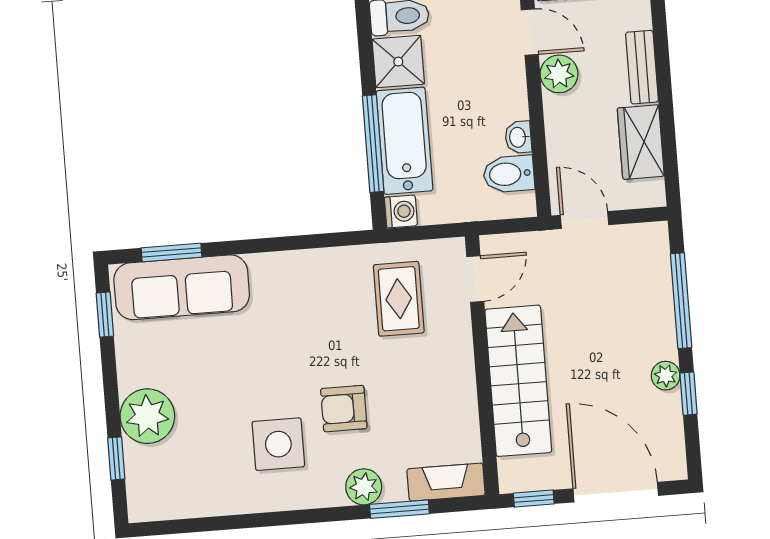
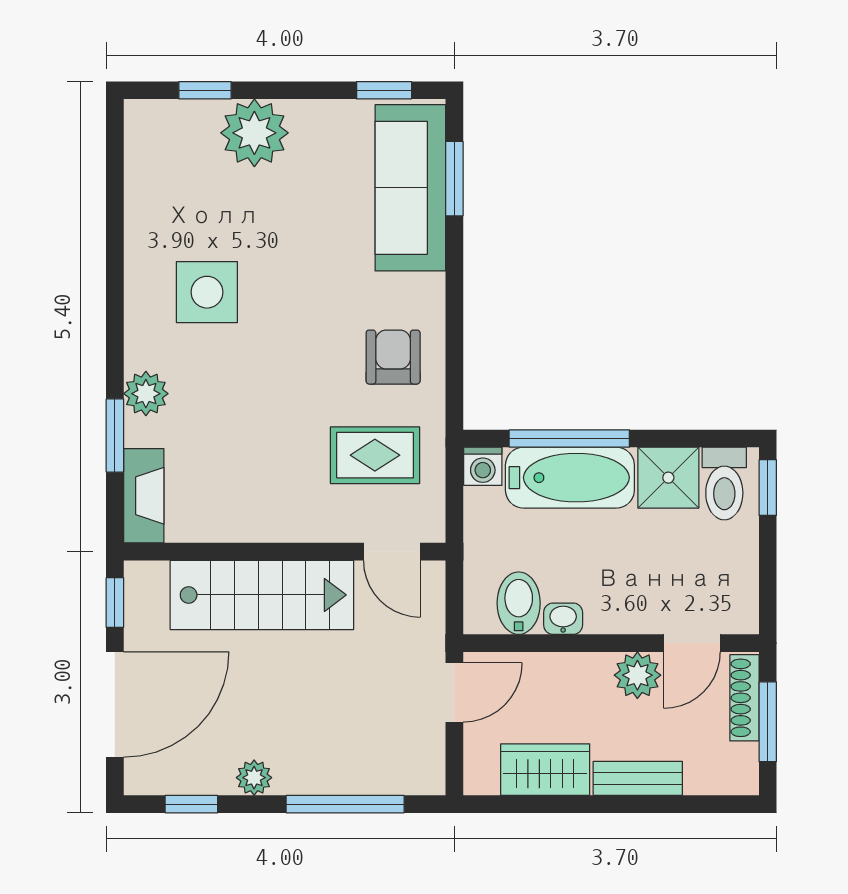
window: (688, 394) -> (191, 804), moved
armchair: (344, 409) -> (393, 357), moved

